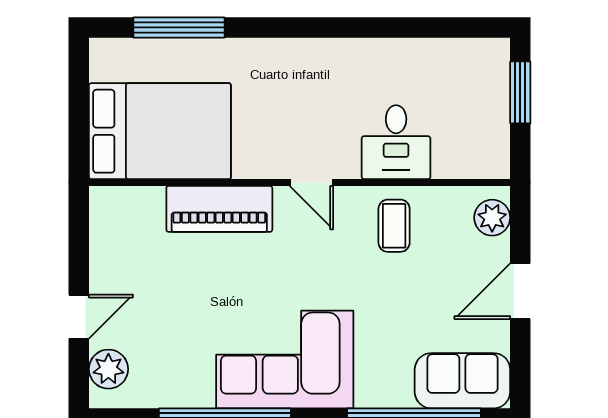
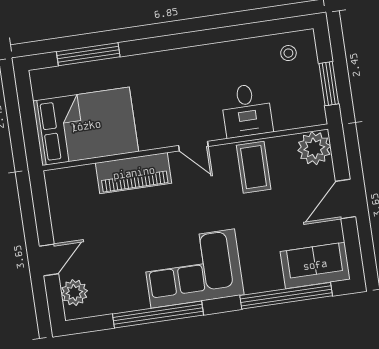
stool: (469, 68) -> (288, 53), added
window: (520, 92) -> (329, 84), moved
plant: (492, 218) -> (314, 148), width x1.36, depth x1.36
coffee table: (394, 226) -> (254, 167), width x1.36, depth x1.30

